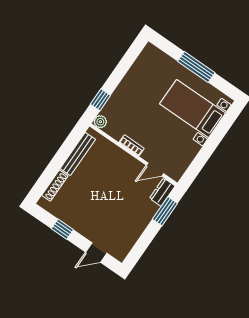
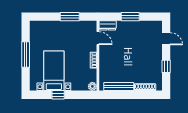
window: (100, 100) -> (58, 95), moved
bed with nightstands: (193, 109) -> (54, 71), moved, turned 180
window: (205, 153) -> (70, 17), added
window: (165, 211) -> (130, 17), moved

